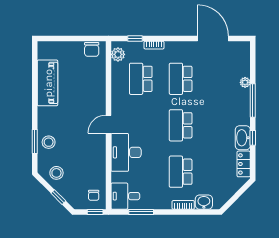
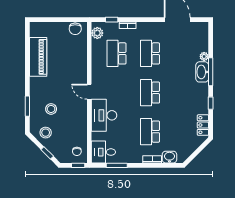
door: (108, 124) -> (89, 92), hinge flipped
washbasin: (243, 138) -> (202, 72), moved
stool: (49, 142) -> (51, 109), moved

